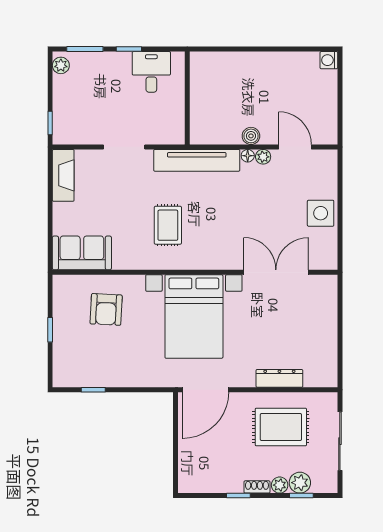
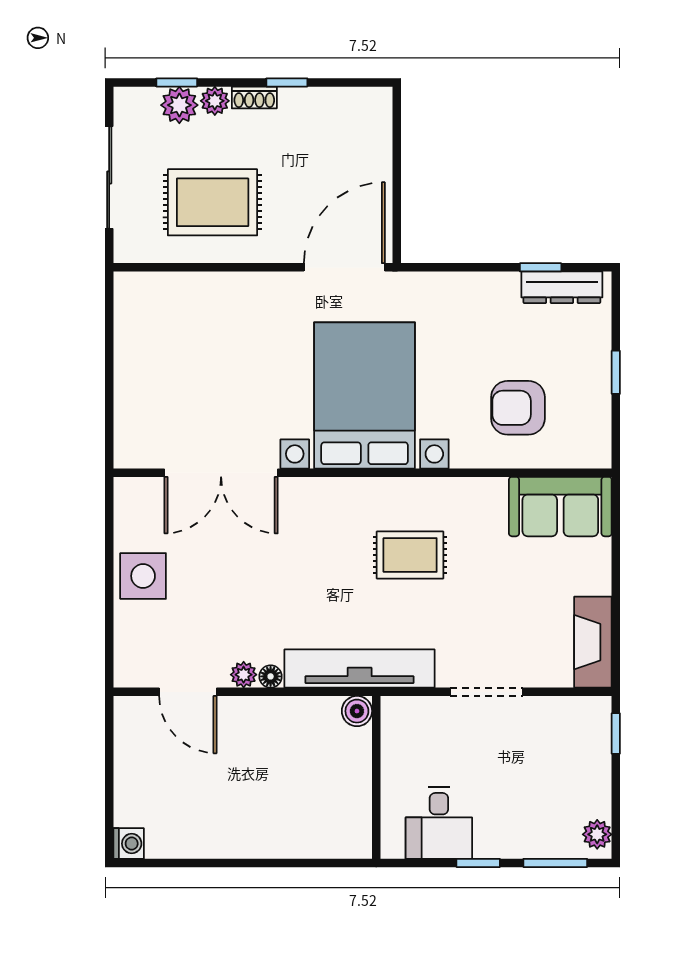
boiler: (251, 136) -> (357, 711), moved
rug: (168, 225) -> (410, 555), turned 90
armchair: (106, 309) -> (518, 408), turned -93
dresser: (279, 378) -> (562, 287), moved

